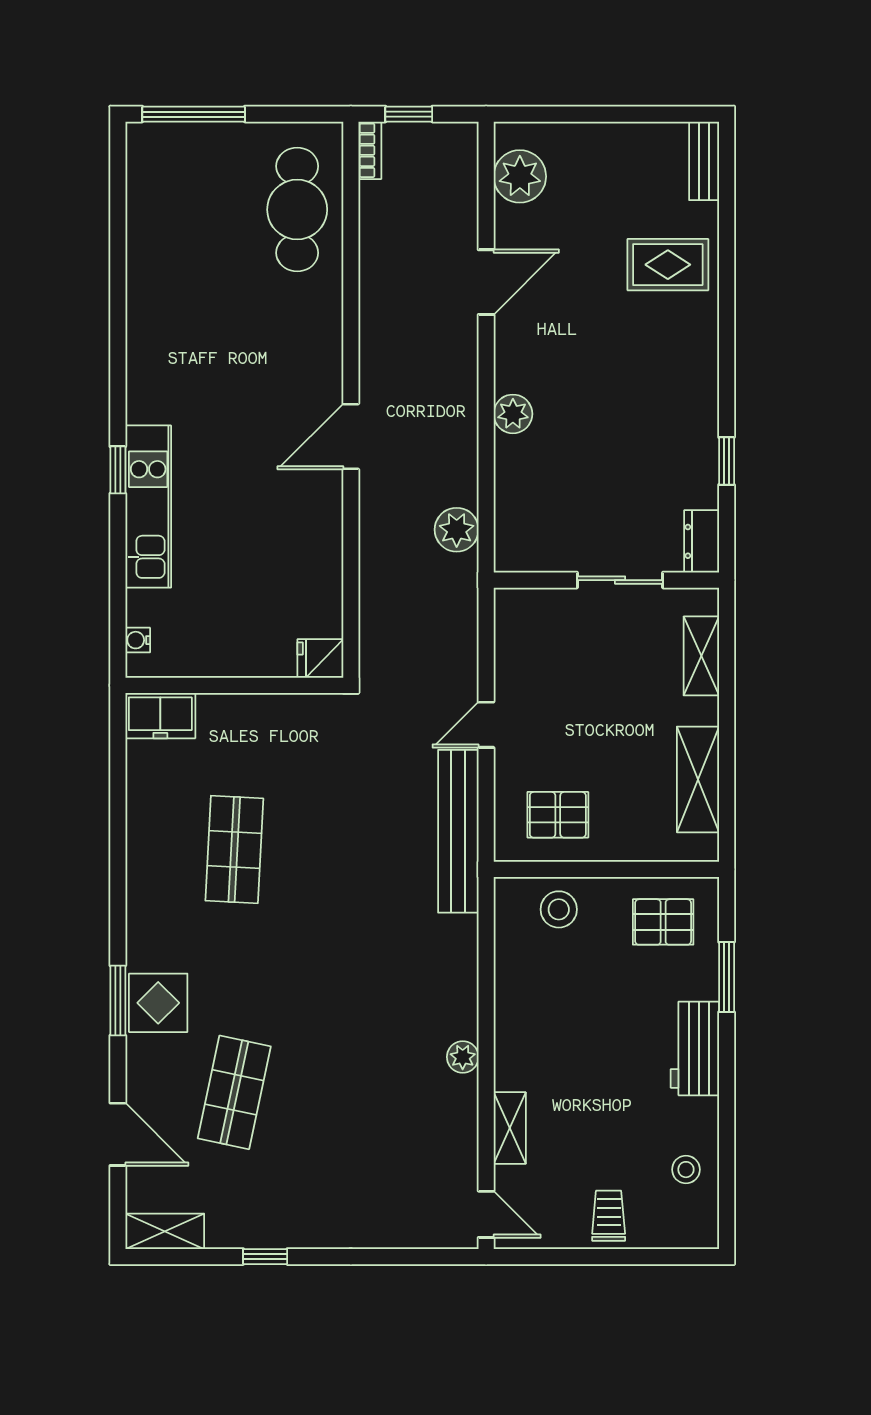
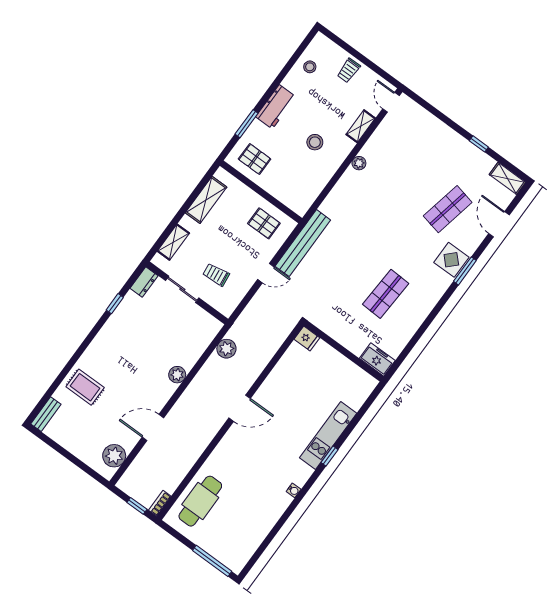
water cooler: (138, 640) -> (294, 490), moved
trolley: (577, 654) -> (216, 275), added
stool: (559, 909) -> (315, 142), moved

